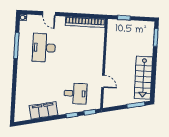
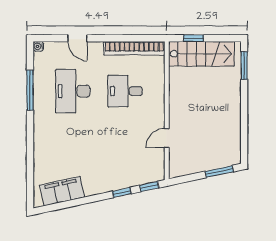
stairs: (143, 78) -> (201, 54), moved, turned -90
door: (103, 81) -> (167, 138), swing flipped
desk: (75, 93) -> (125, 91), moved, turned 180
filing cabinet: (43, 110) -> (62, 191), moved

